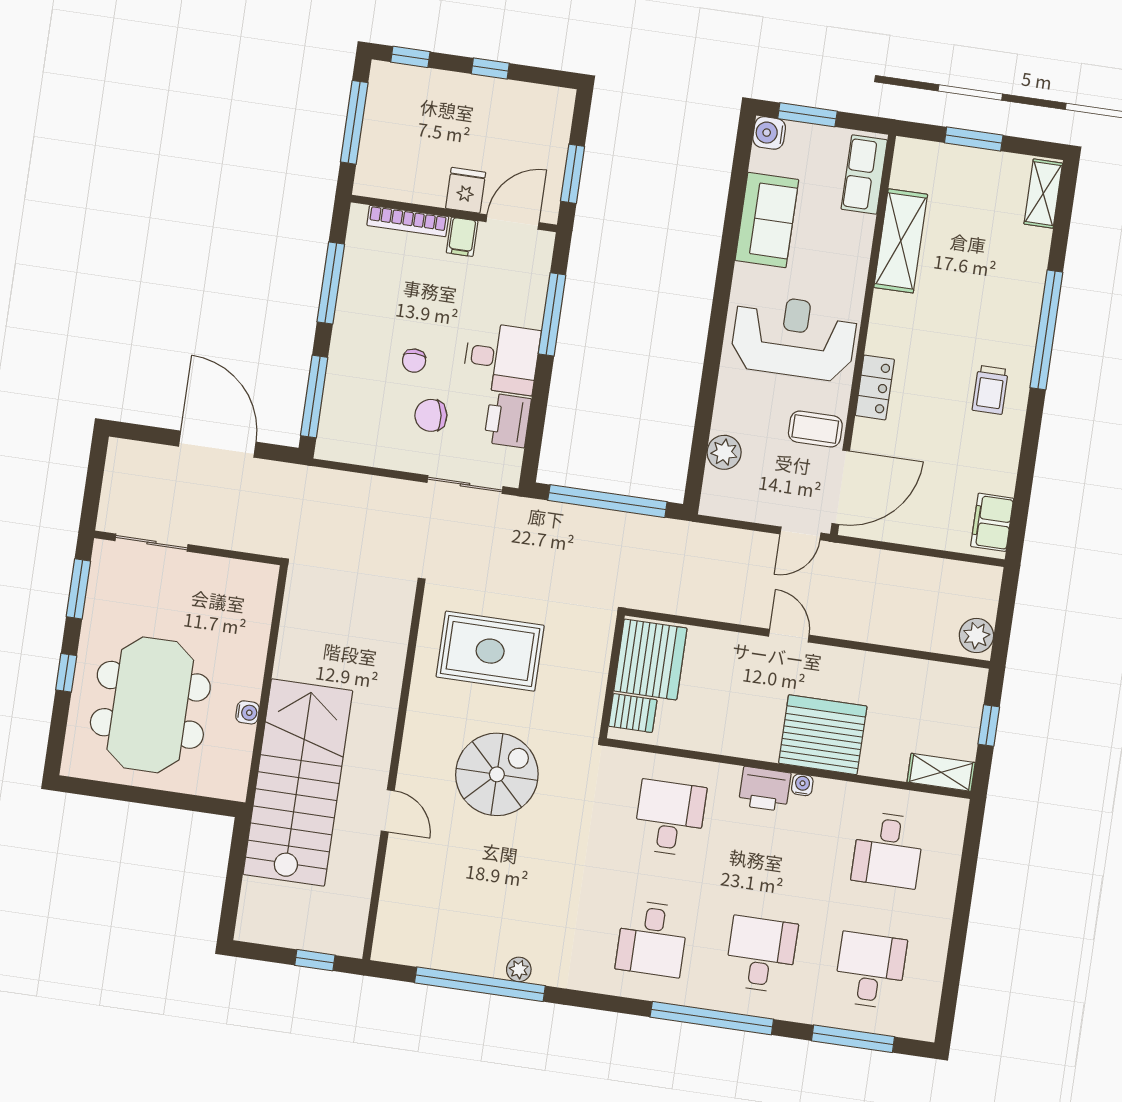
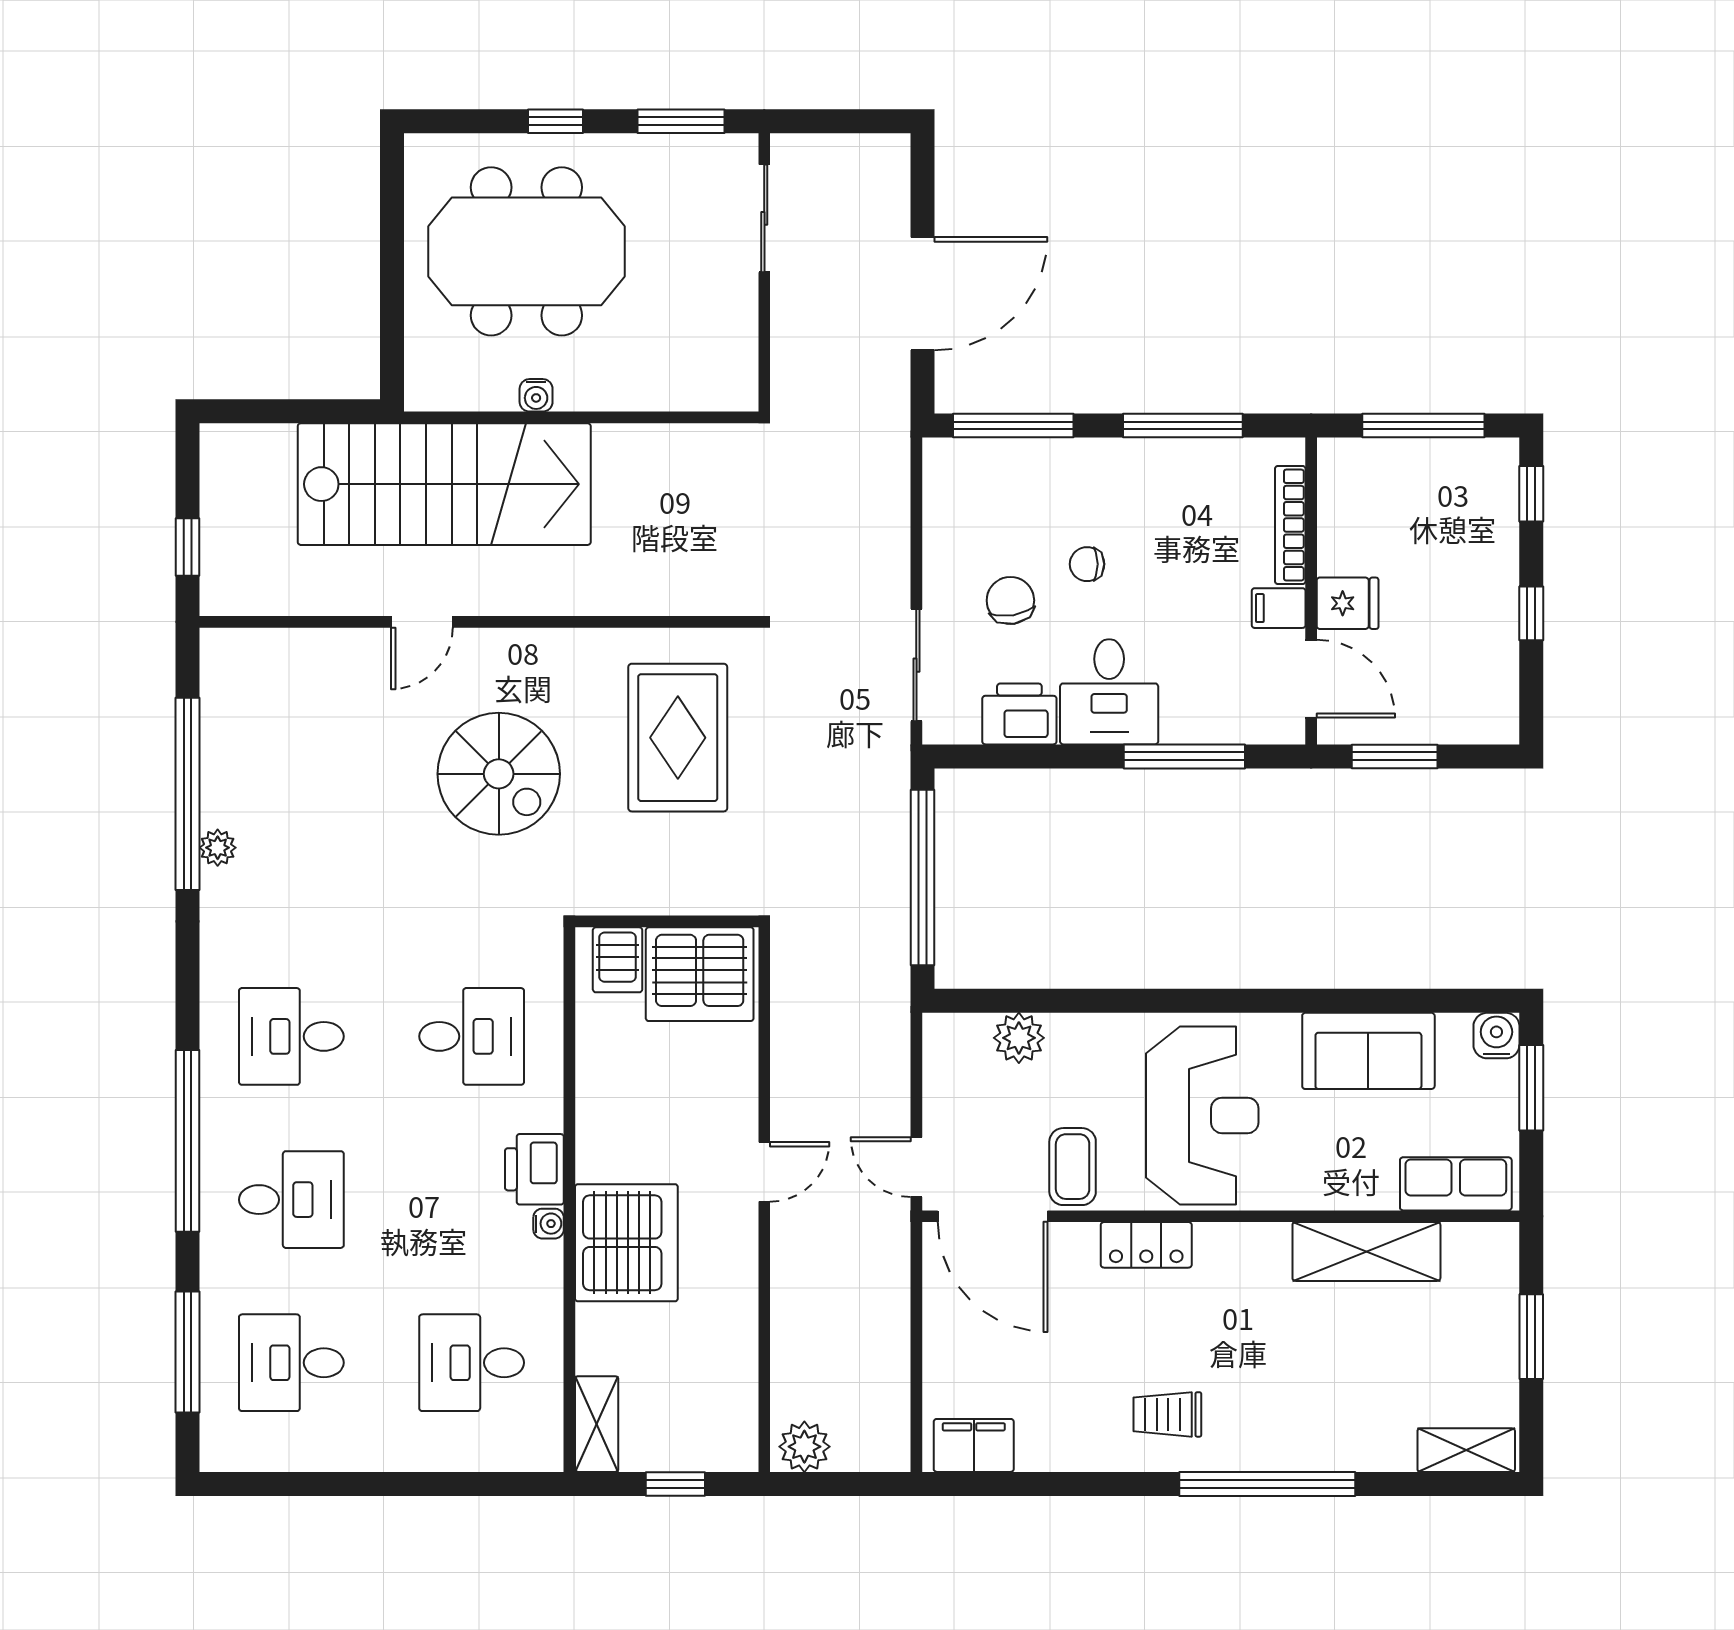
desk: (870, 970) -> (291, 1363), turned 180

